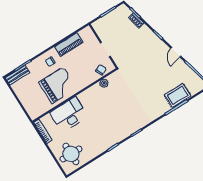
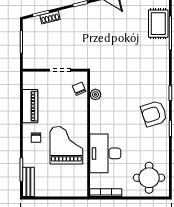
armchair: (116, 130) -> (154, 114), added

